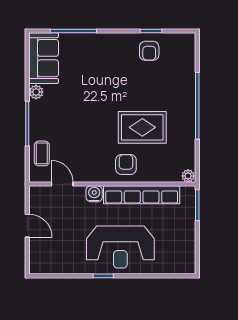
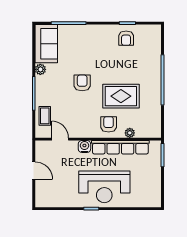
armchair: (91, 110) -> (82, 83), added
plant: (188, 176) -> (130, 133), moved

